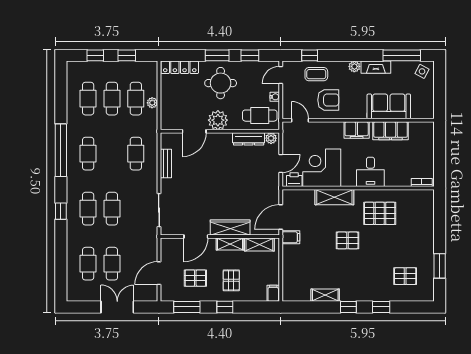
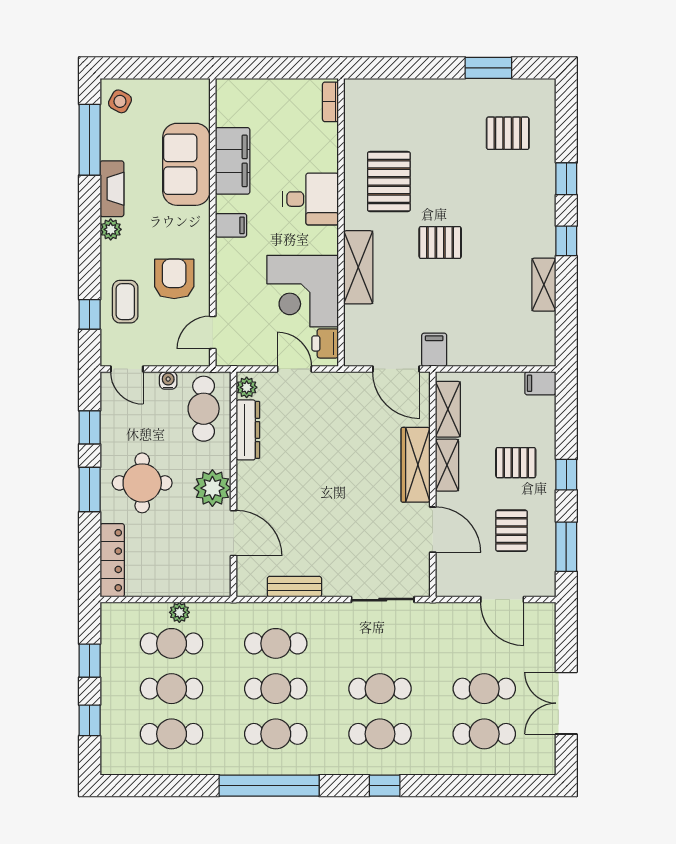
filing cabinet: (357, 130) -> (231, 225), width x0.50
cafe table: (112, 154) -> (276, 689), added
pallet: (347, 240) -> (440, 243), turned 90
pallet: (405, 276) -> (508, 133), turned 90
double door: (117, 307) -> (566, 703), moved

